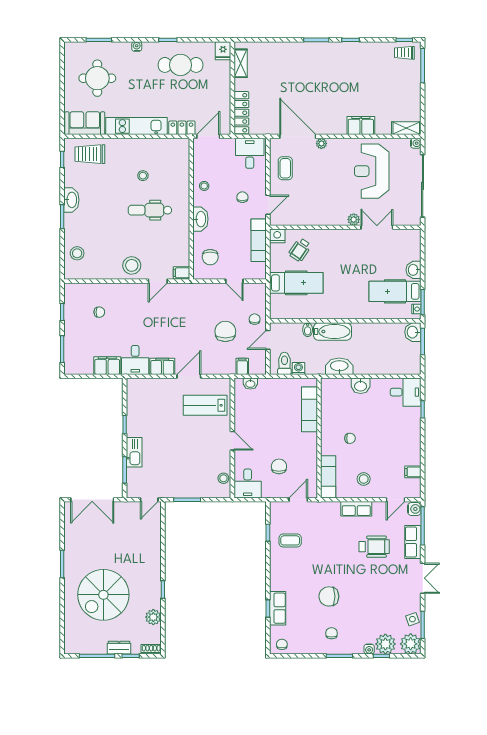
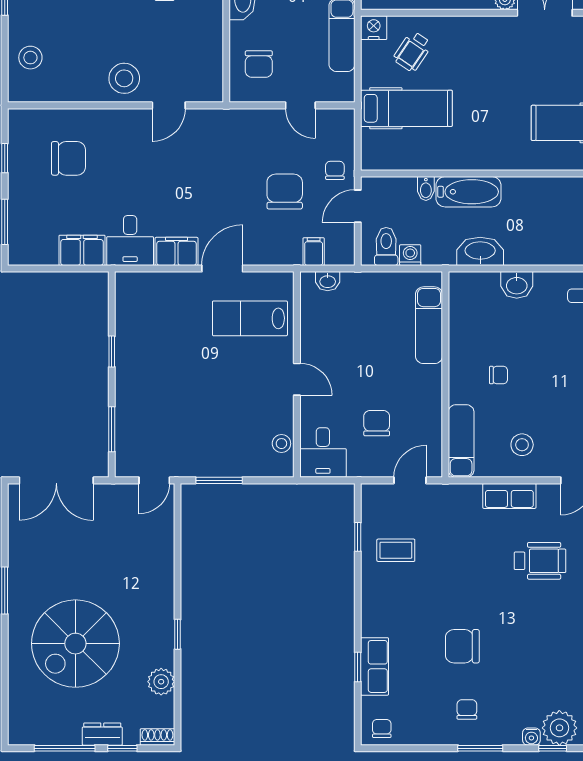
filing cabinet: (181, 273) -> (209, 91), removed
chair: (99, 312) -> (68, 158), width x1.87, depth x1.87
kitchen sink: (134, 452) -> (128, 399), removed

